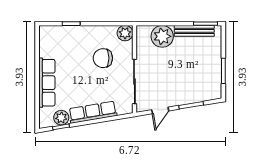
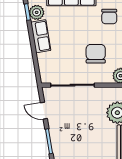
chair: (65, 45) -> (109, 17), added
row of seats: (93, 112) -> (41, 36), width x0.68

